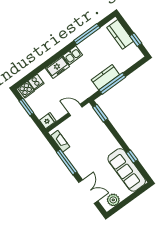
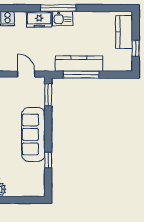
window: (87, 34) -> (58, 8), moved
kitchen counter: (105, 77) -> (79, 63), width x1.50
sofa: (127, 170) -> (33, 134), moved

